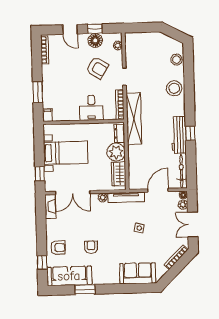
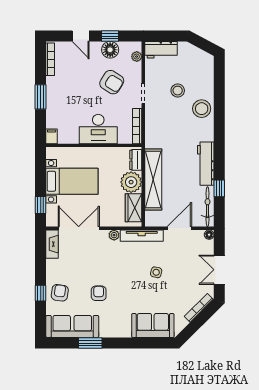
workbench: (138, 39) -> (161, 50), added
stool: (176, 60) -> (178, 91), moved
window: (38, 92) -> (41, 97), moved
desk: (91, 108) -> (98, 129), width x1.37
shelving: (134, 119) -> (153, 179), moved
window: (190, 133) -> (219, 188), moved
double door: (73, 192) -> (79, 228), swing flipped
plant: (183, 205) -> (208, 246), removed
armchair: (58, 248) -> (60, 293), turned -82
window: (42, 262) -> (41, 293), moved

